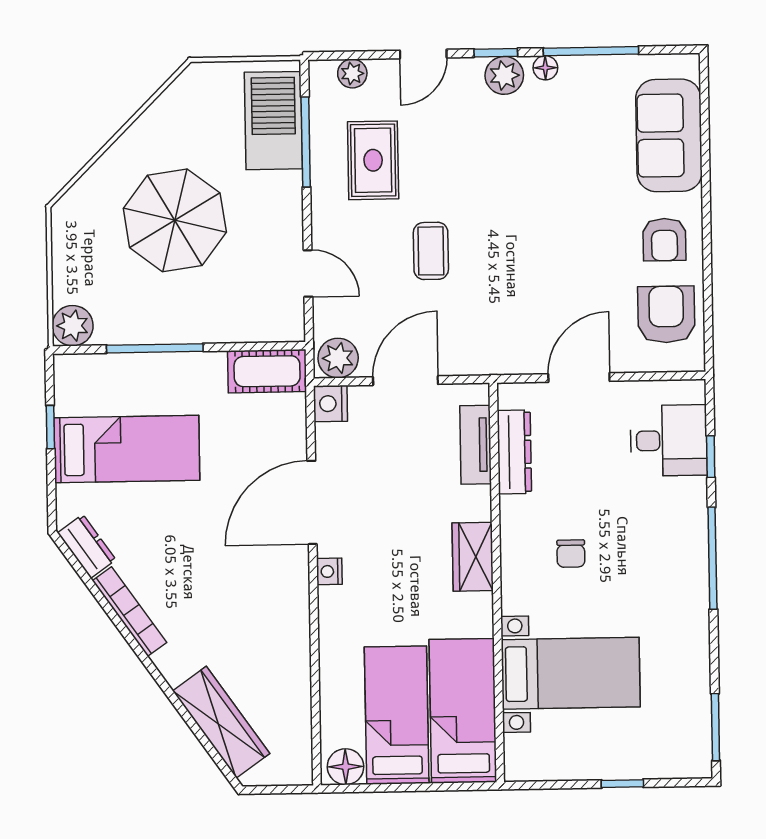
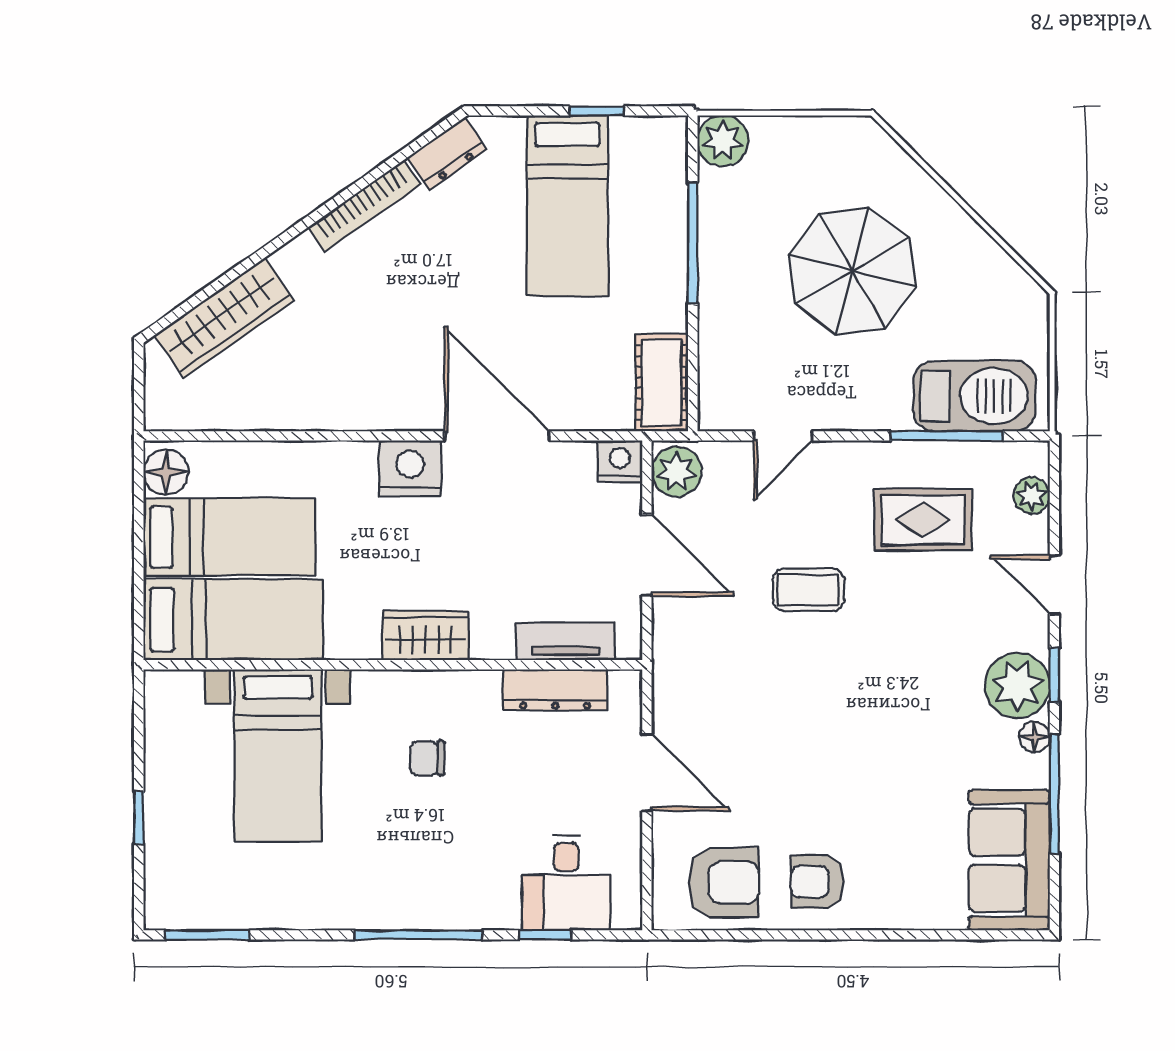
plant: (504, 75) -> (1017, 685), width x1.36, depth x1.36
sofa: (669, 135) -> (1009, 860), moved, turned -90
nightstand: (329, 571) -> (410, 468), width x1.89, depth x1.79

